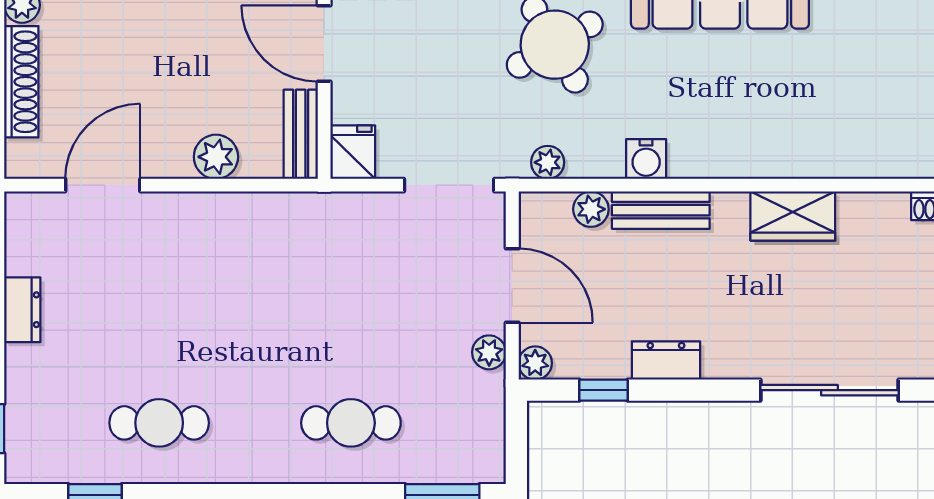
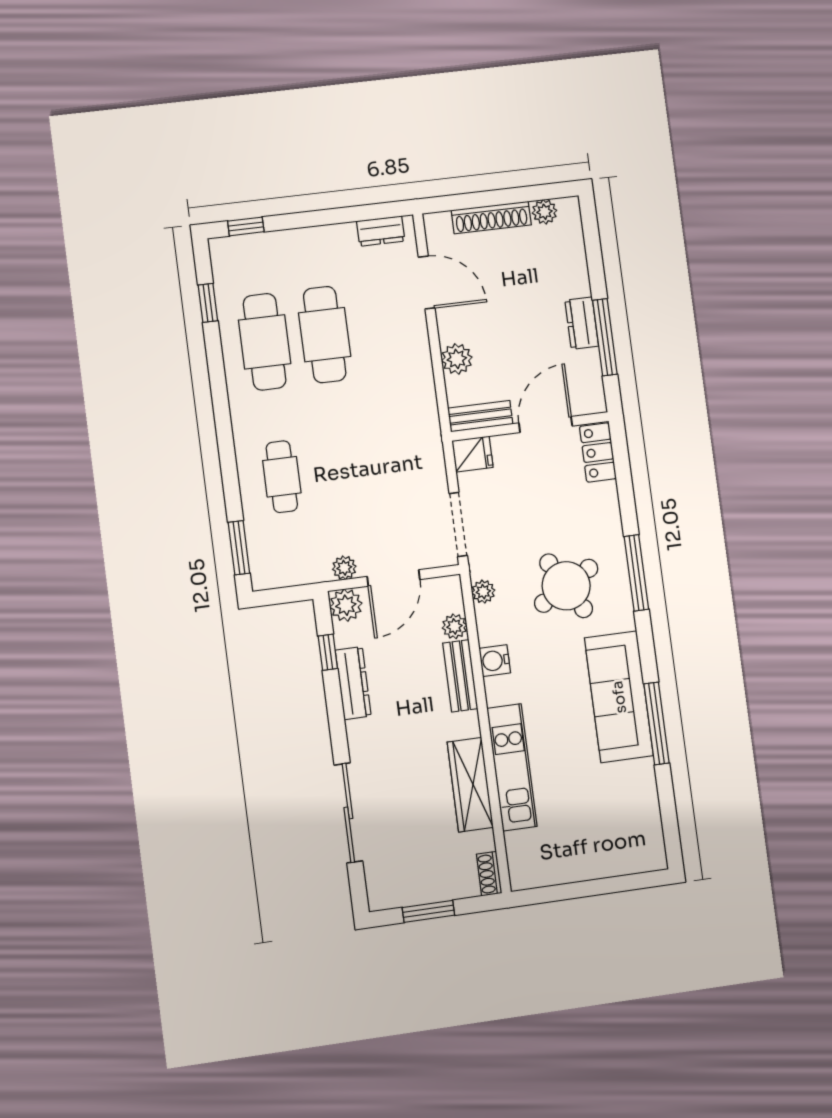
kitchen unit: (798, 155) -> (512, 767), added
wardrobe: (793, 216) -> (470, 785), width x1.50
dresser: (22, 310) -> (381, 231), moved
cafe table: (159, 338) -> (325, 335), added
dresser: (666, 360) -> (353, 683), width x1.44
plant: (535, 363) -> (346, 605), width x1.38, depth x1.38
cafe table: (159, 423) -> (265, 342), width x1.37, depth x1.35

